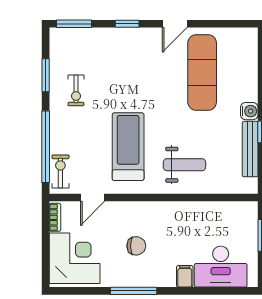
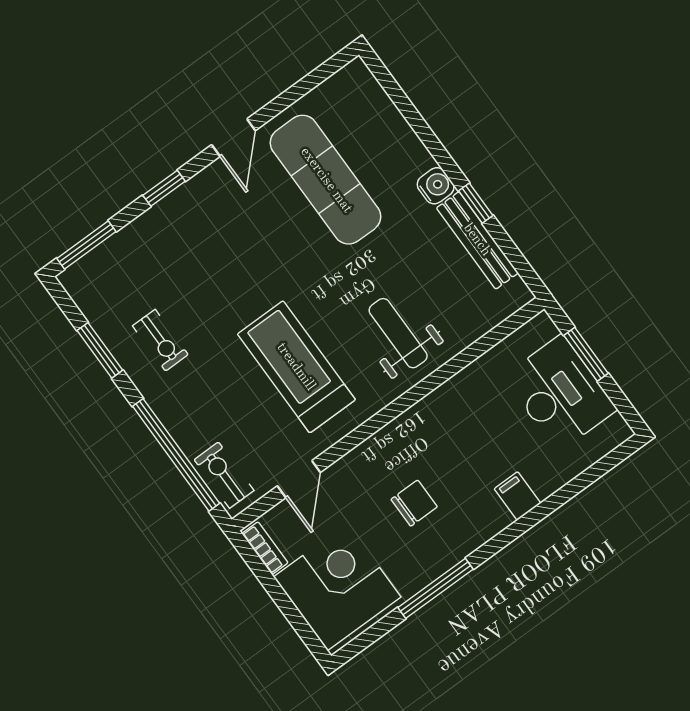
weight bench: (184, 165) -> (398, 333), turned -90
desk: (221, 267) -> (560, 393), moved, turned -90
window: (134, 291) -> (436, 588), moved

